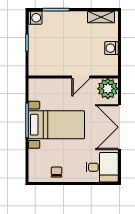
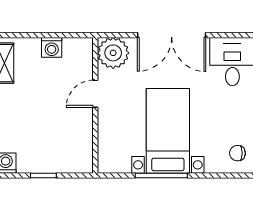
door: (81, 77) -> (95, 94), swing flipped
chair: (56, 172) -> (237, 153), moved

